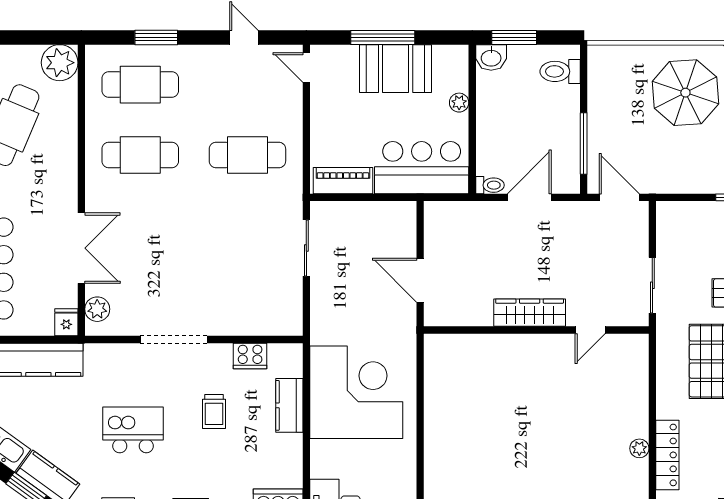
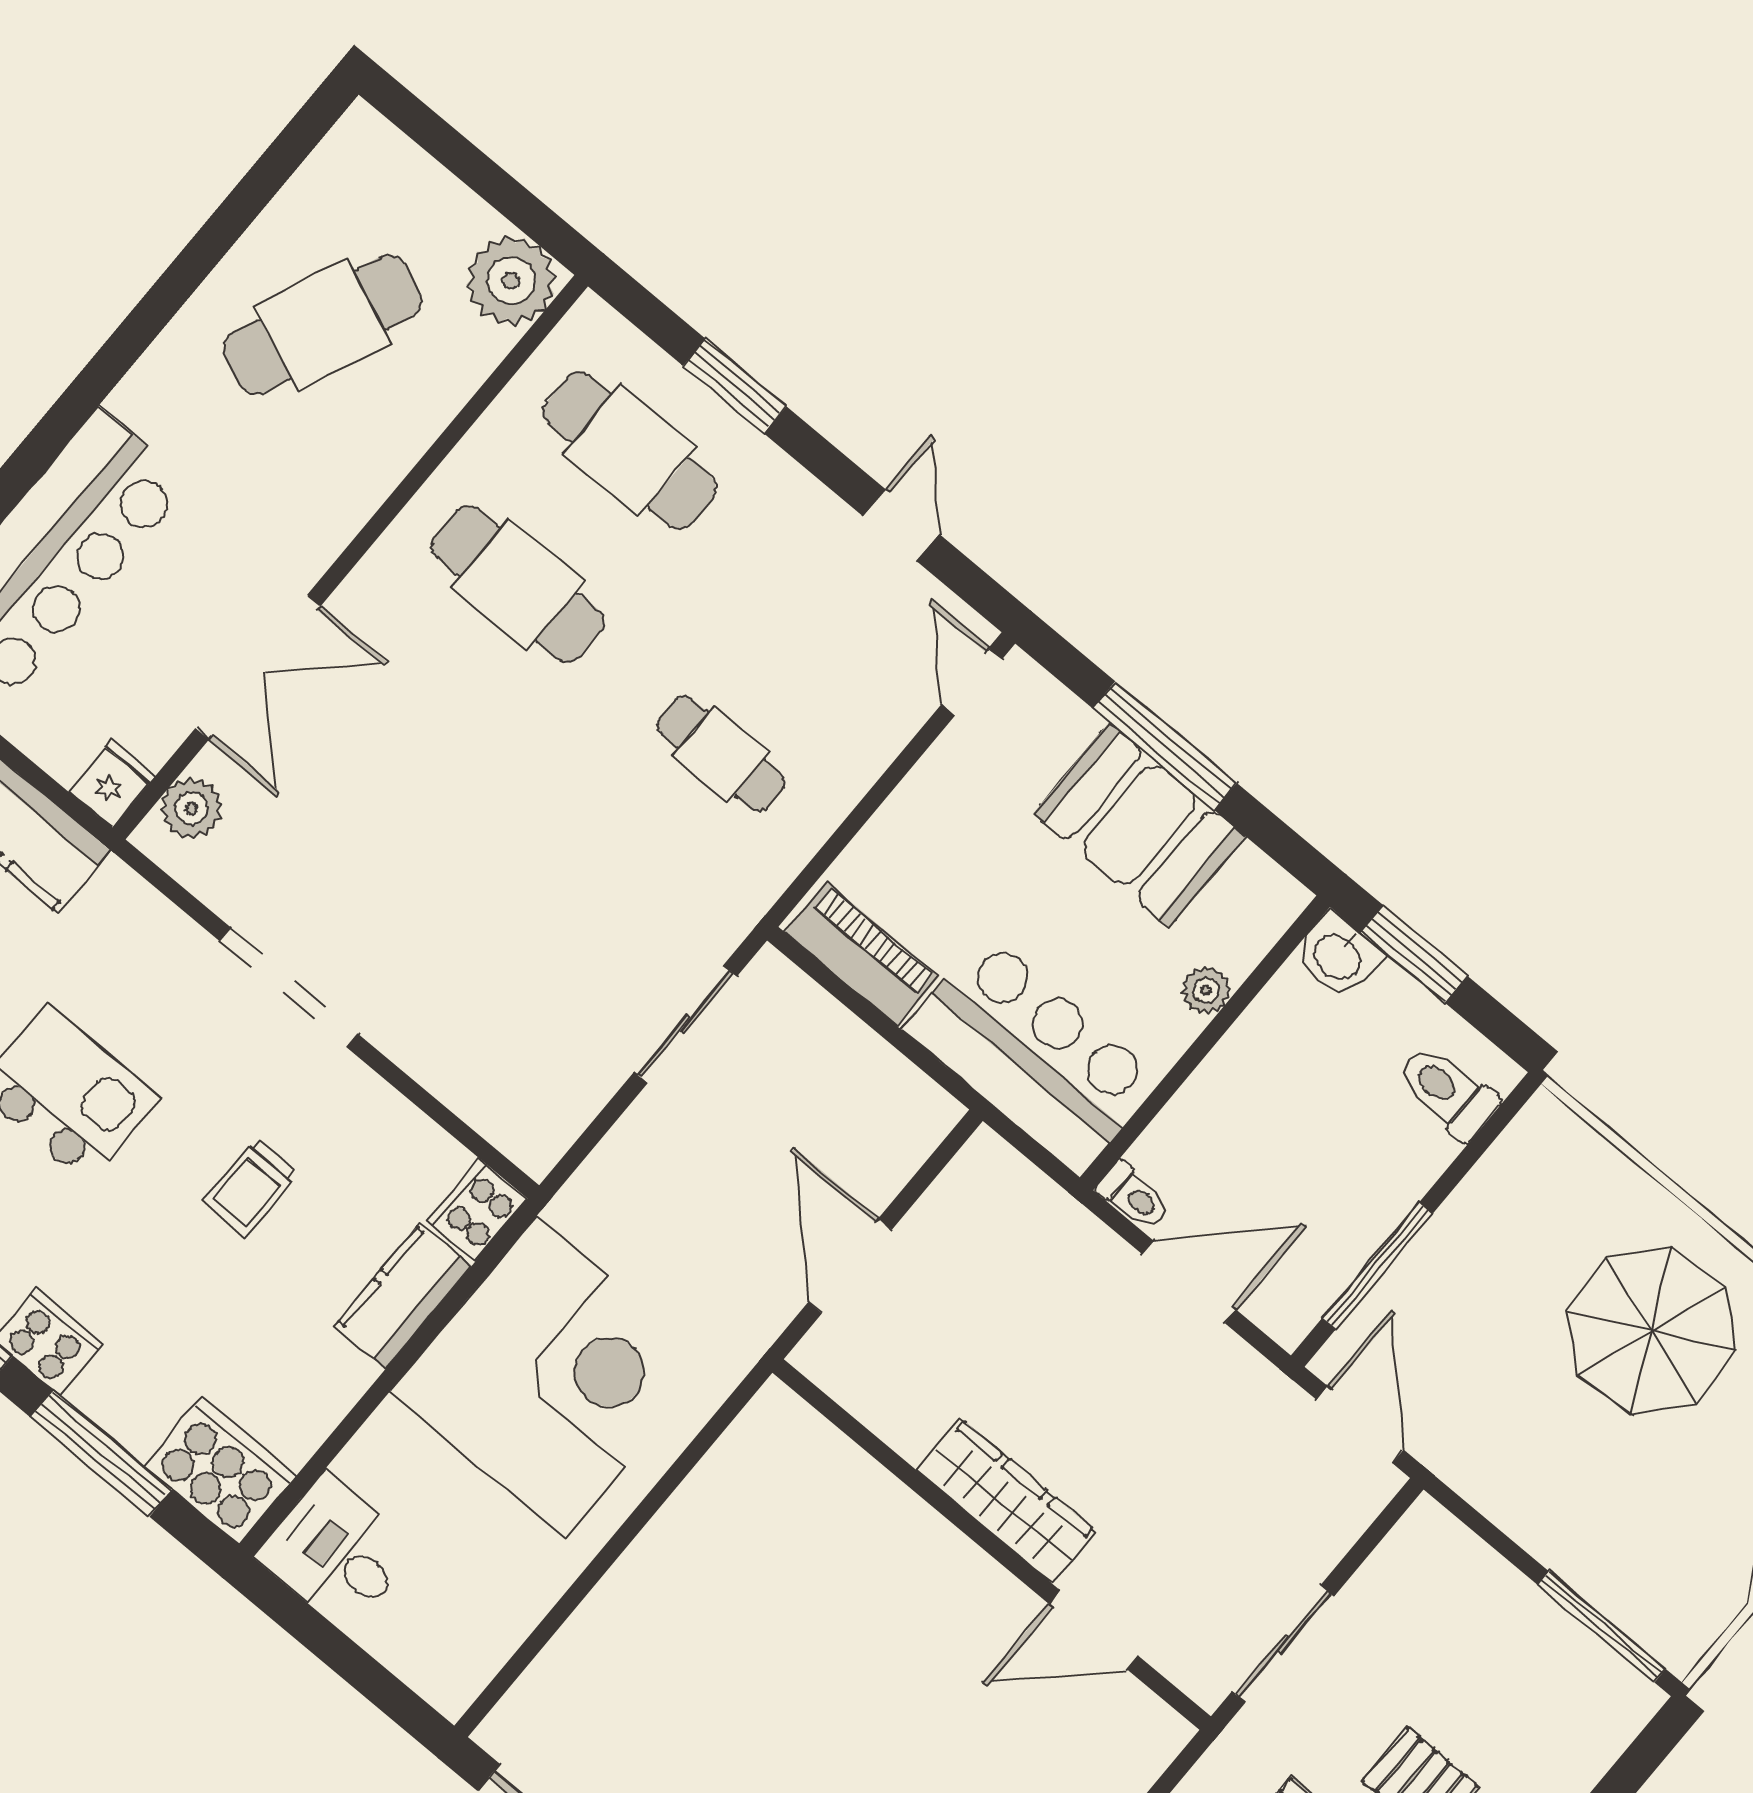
cafe table: (247, 155) -> (721, 754), width x0.73, depth x0.74
door: (590, 330) -> (1094, 1630), width x1.38
cooker: (250, 356) -> (477, 1210), moved, turned 90

